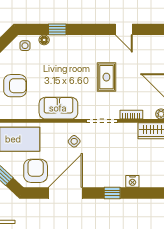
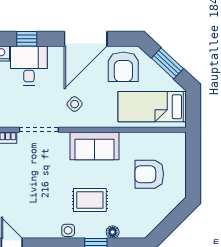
side table: (25, 46) -> (68, 230), moved
rug: (106, 77) -> (90, 200), moved, turned 90
desk: (110, 172) -> (29, 65), added

